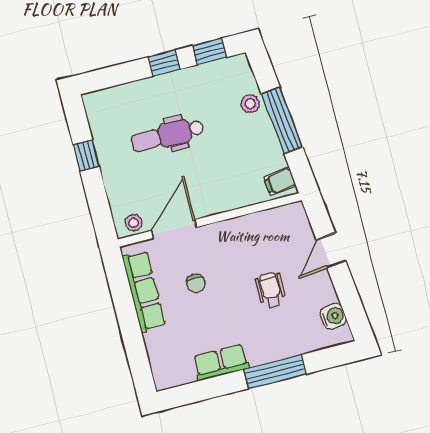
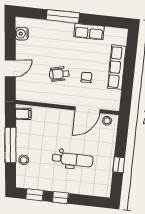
wheelchair: (271, 290) -> (59, 74), moved, turned 79
row of seats: (144, 291) -> (117, 67), moved

